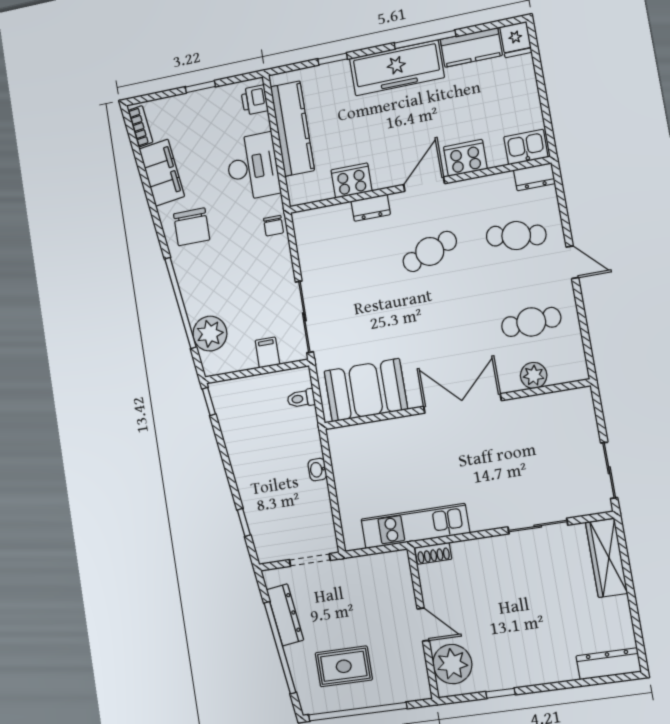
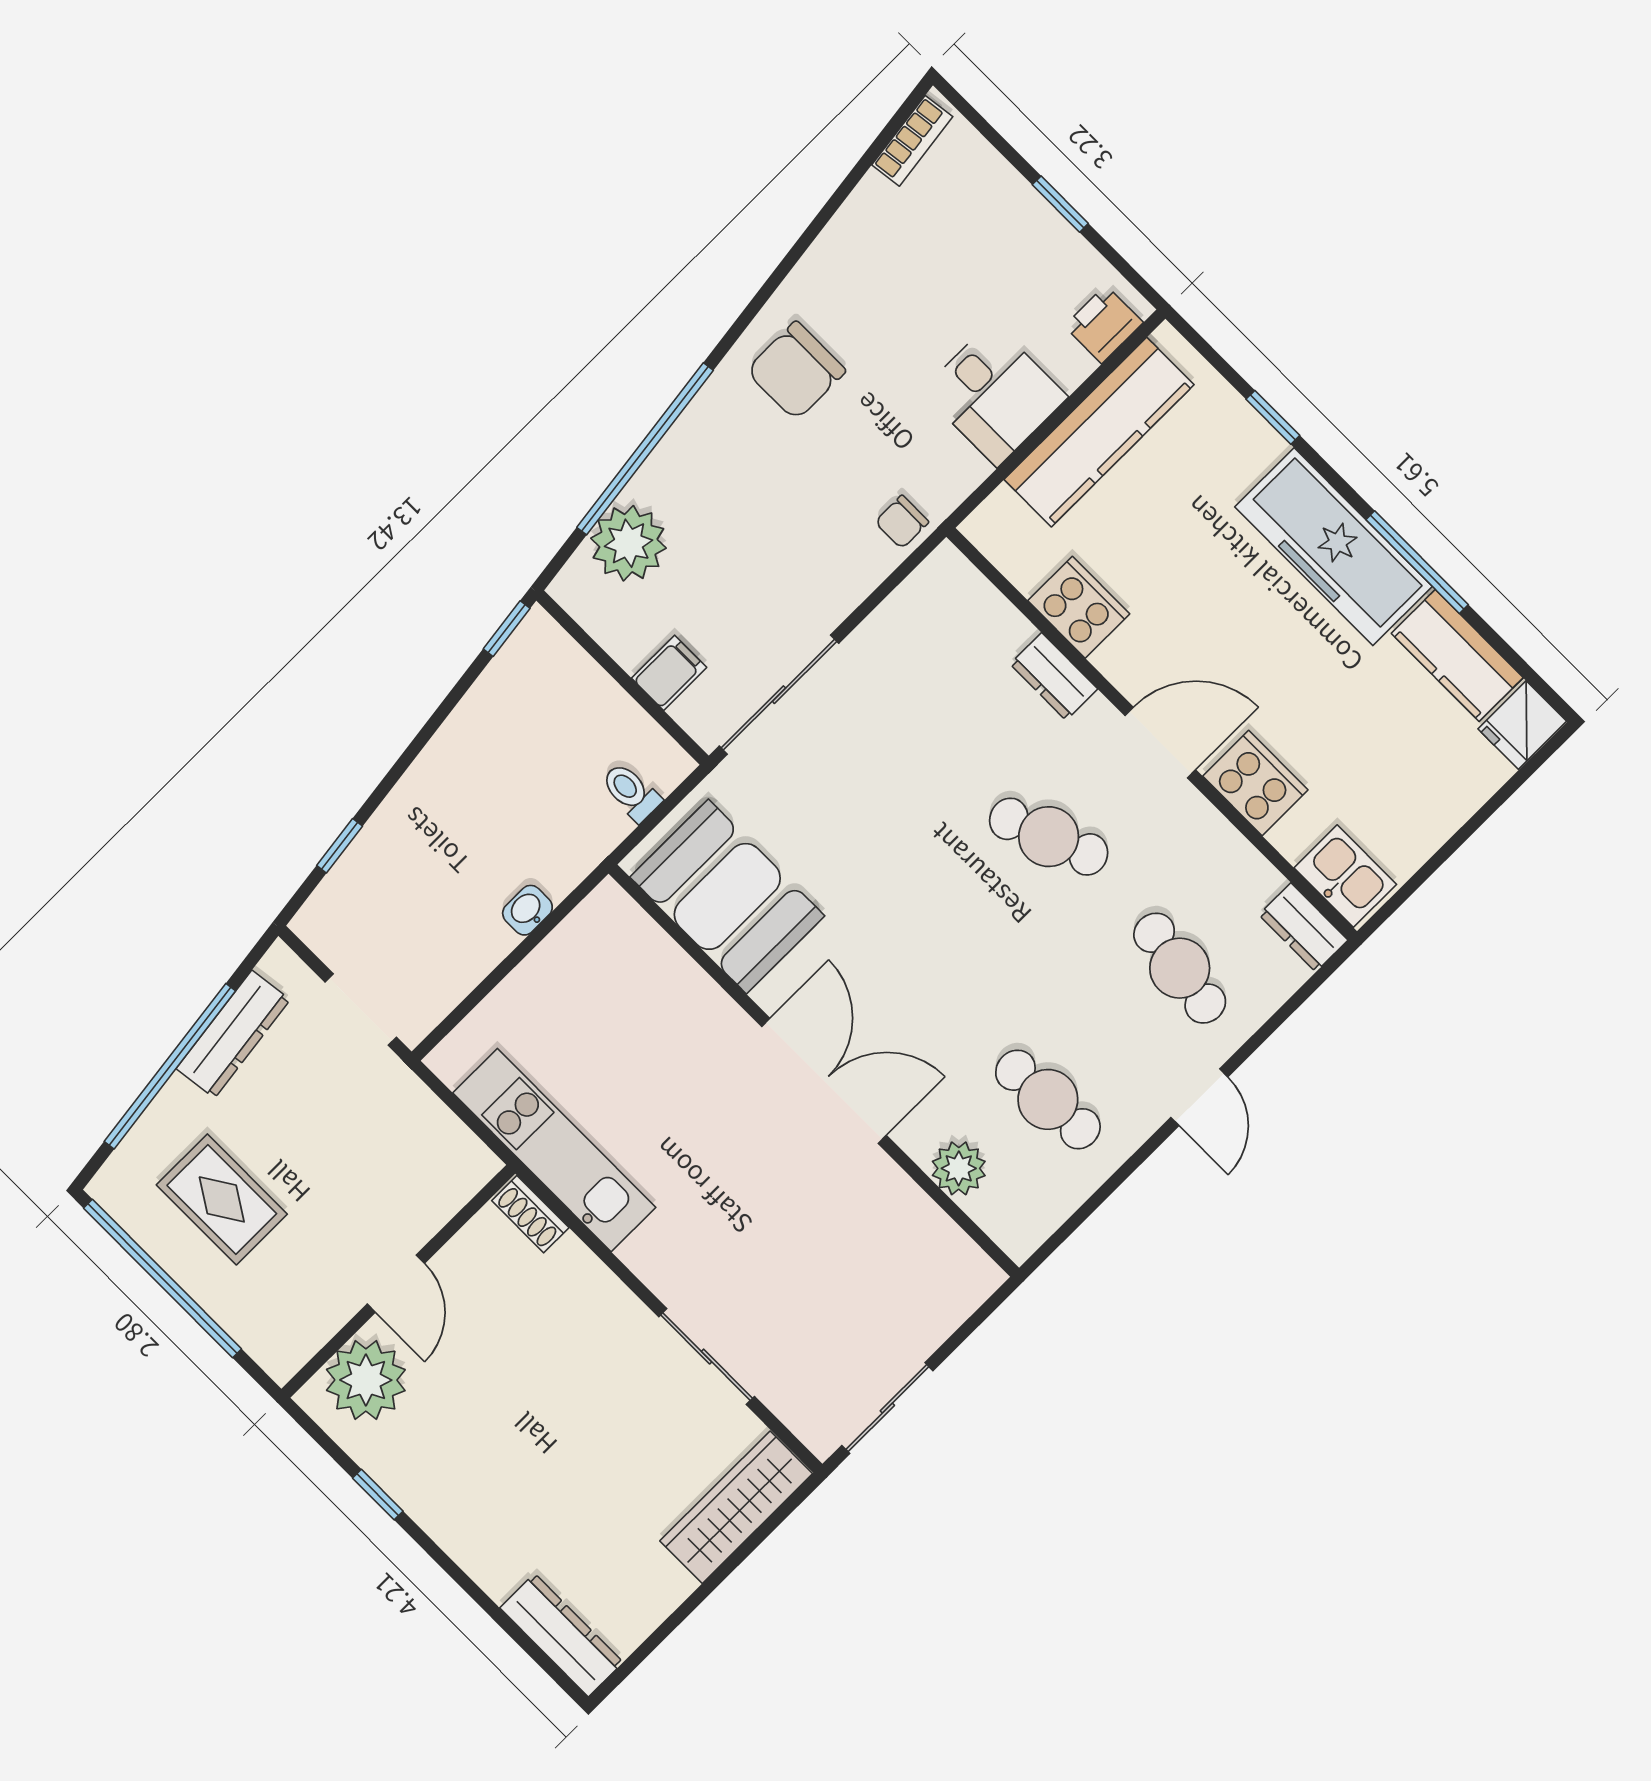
desk: (253, 167) -> (995, 394), width x0.73
filing cabinet: (162, 173) -> (856, 243), removed

